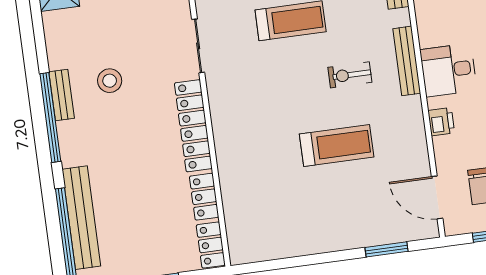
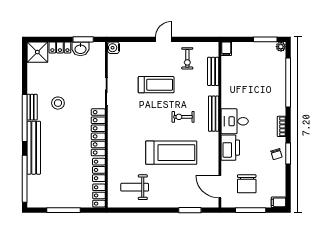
printer: (441, 122) -> (230, 148), width x1.87, depth x1.48
treadmill: (337, 145) -> (171, 153), width x1.37, depth x1.38
bench: (81, 218) -> (34, 148), moved
weight bench: (276, 220) -> (135, 187), added

